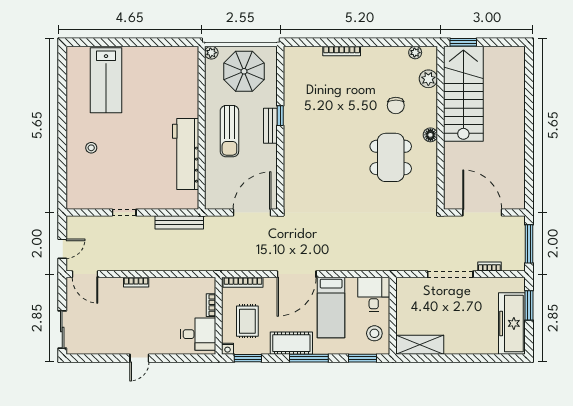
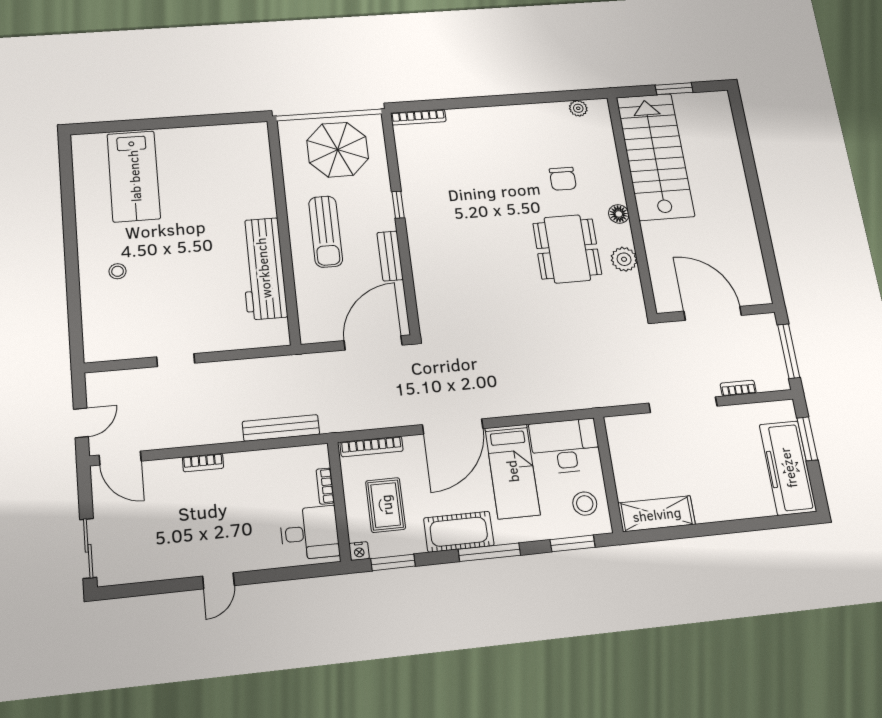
window: (463, 42) -> (674, 89), moved
bookcase: (342, 51) -> (418, 117), moved
plant: (211, 53) -> (287, 129), removed
plant: (428, 79) -> (624, 259), moved
bench: (270, 126) -> (390, 256), moved
bench: (179, 222) -> (281, 428), moved
desk: (374, 294) -> (565, 446), width x1.37

